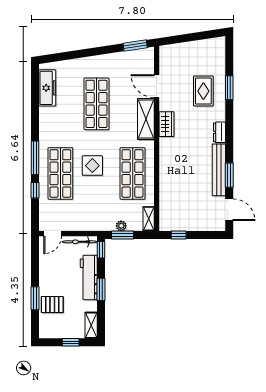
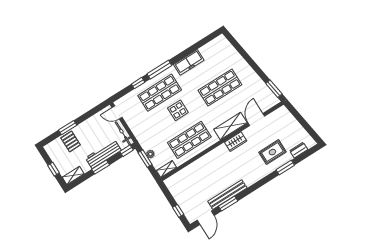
freezer: (47, 88) -> (189, 62), moved
dresser: (219, 132) -> (299, 150), moved
window: (179, 235) -> (178, 211), moved

